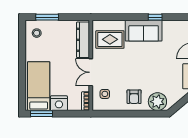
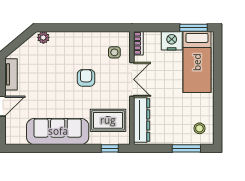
window: (155, 17) -> (110, 148), moved
sofa: (144, 31) -> (58, 131), width x1.36
armchair: (134, 97) -> (86, 78), moved
plant: (157, 102) -> (43, 38), width x0.53, depth x0.53

